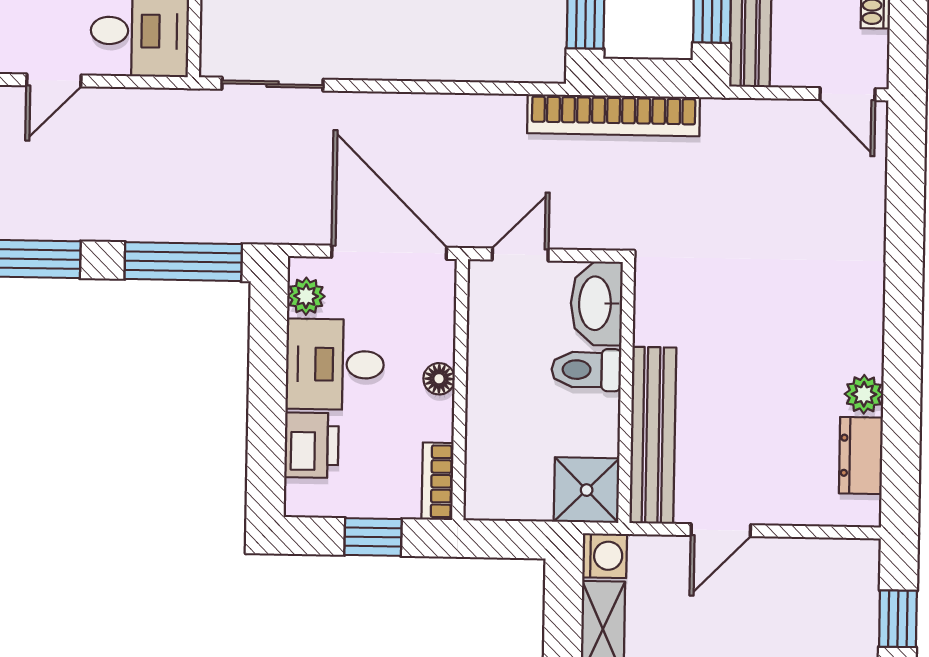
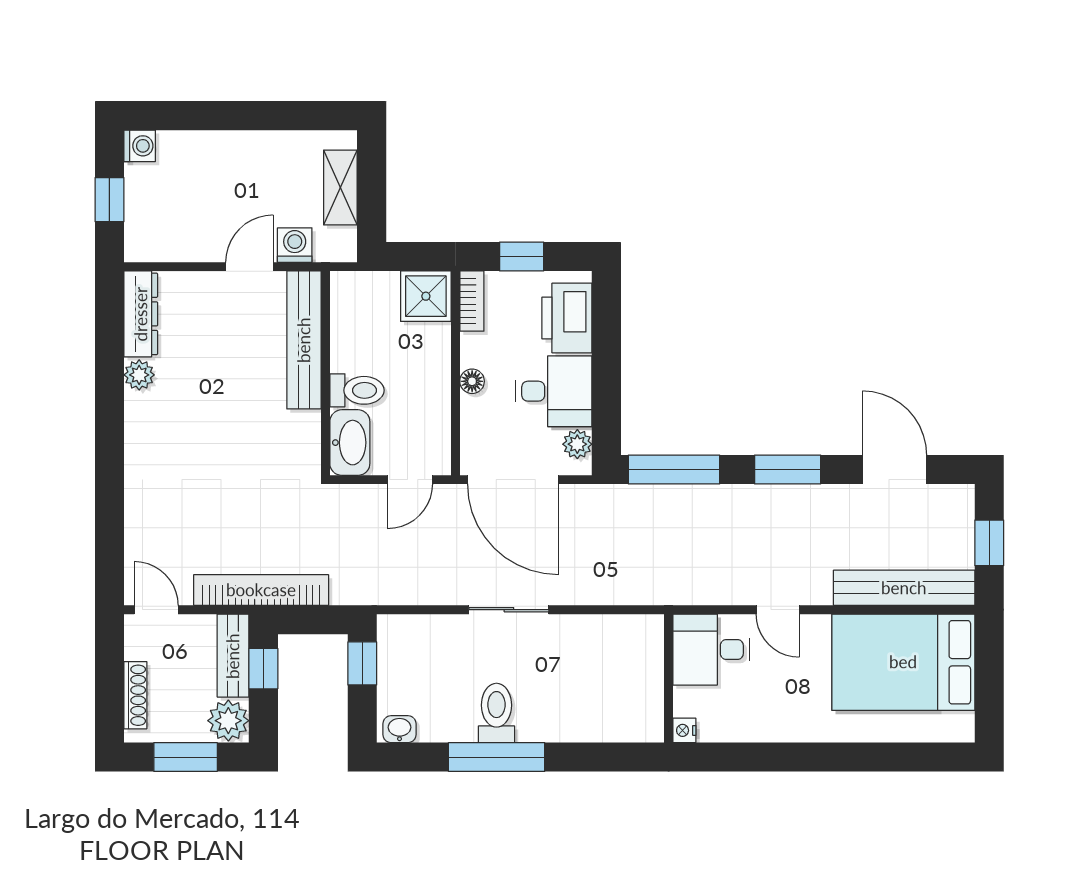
door: (54, 80) -> (778, 610), swing flipped
sliding door: (273, 84) -> (509, 610), moved
bookcase: (614, 115) -> (261, 590), moved
printer: (312, 445) -> (567, 318), width x1.37, depth x1.19
dresser: (861, 456) -> (141, 314), width x1.44
shower: (587, 490) -> (426, 296), moved
washing machine: (605, 556) -> (295, 245), moved, turned 90

